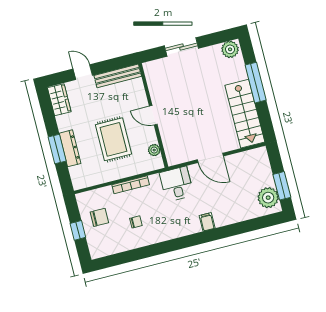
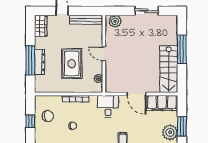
sliding door: (181, 47) -> (147, 11), moved
plant: (230, 49) -> (115, 21), moved
window: (57, 149) -> (30, 60), width x1.44
filing cabinet: (247, 161) -> (162, 103), added

